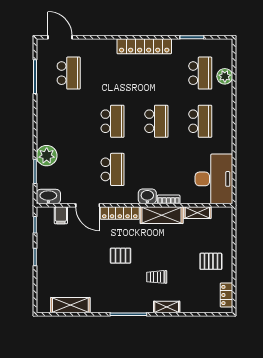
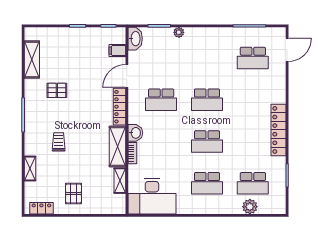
plant: (47, 156) -> (179, 32), width x0.53, depth x0.53
pallet: (121, 256) -> (57, 90), moved, turned 90
shelving: (167, 307) -> (30, 168), moved

